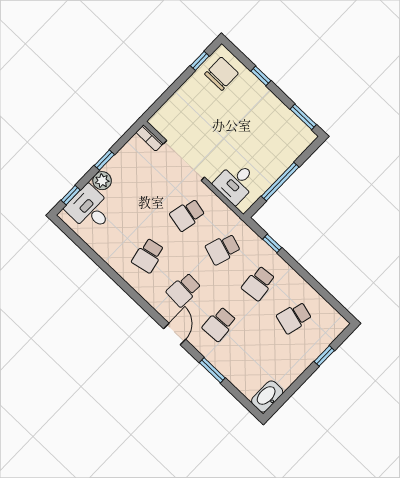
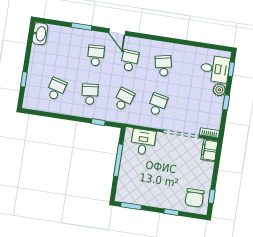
filing cabinet: (164, 117) -> (209, 150), added

